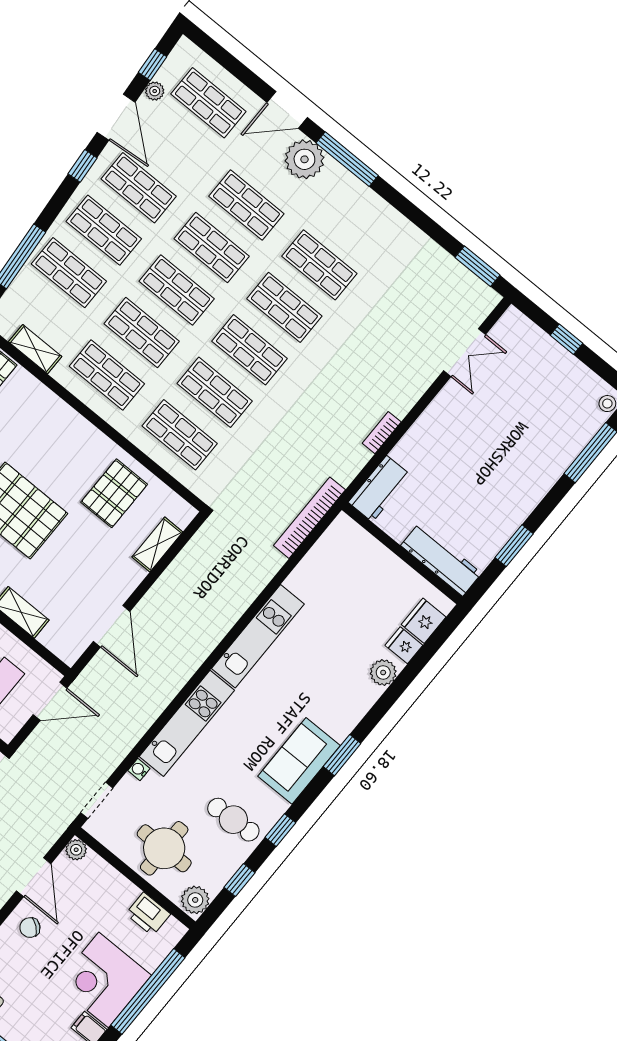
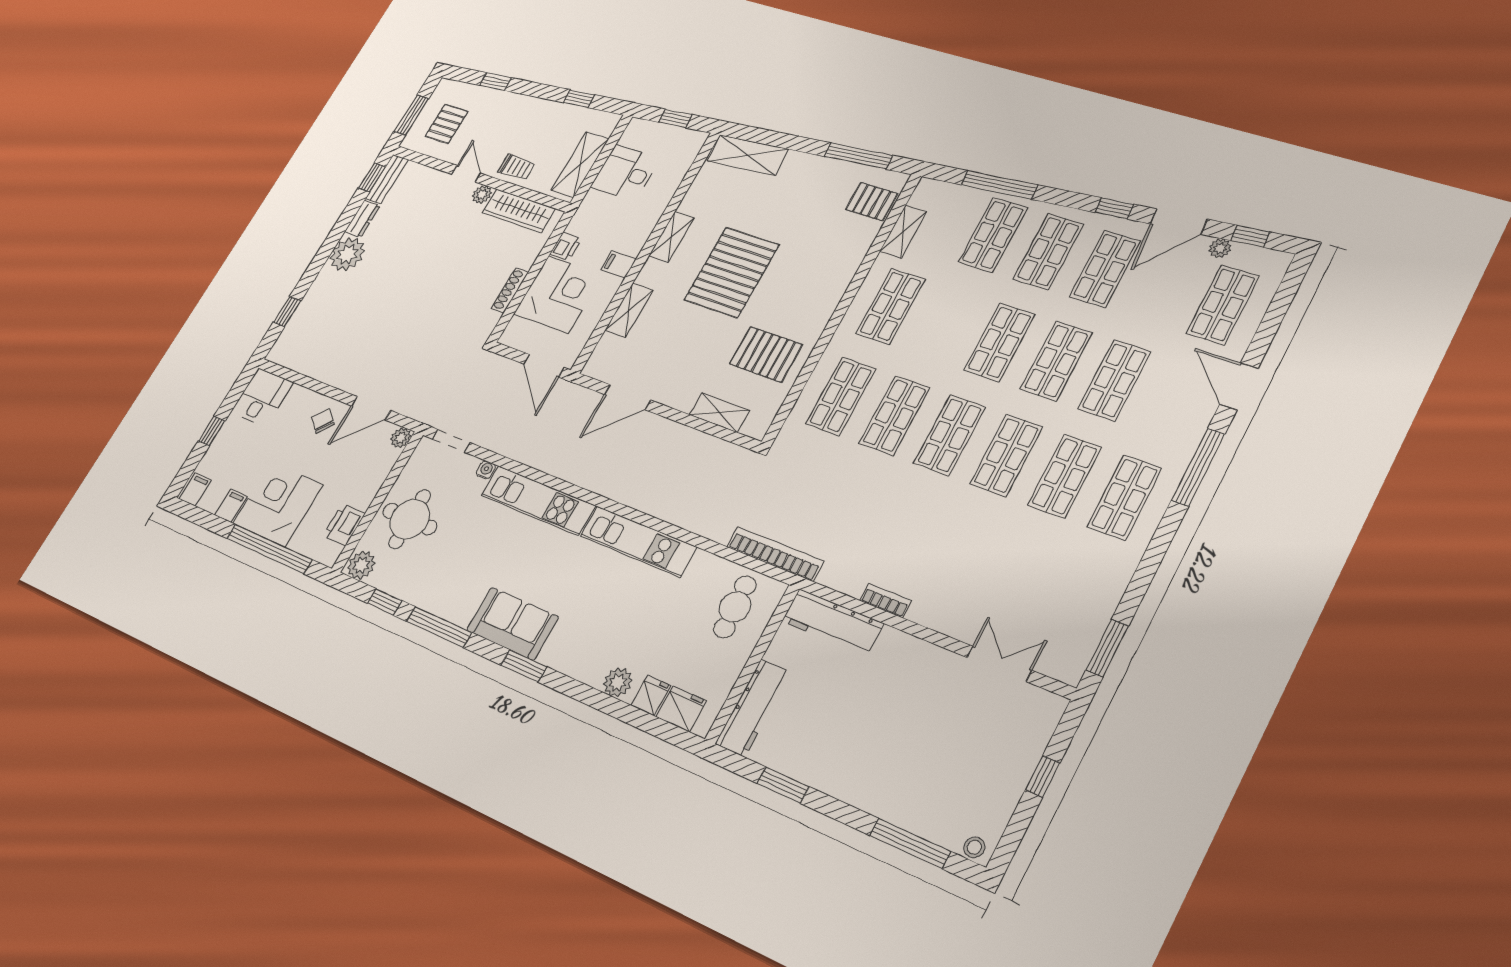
plant: (304, 159) -> (1185, 423), removed
shop shelf: (142, 332) -> (1124, 497), moved
double door: (465, 353) -> (999, 664), swing flipped
workbench: (380, 489) -> (833, 622), width x1.38
cafe table: (233, 820) -> (735, 607), moved
window: (280, 830) -> (439, 627), width x2.17

